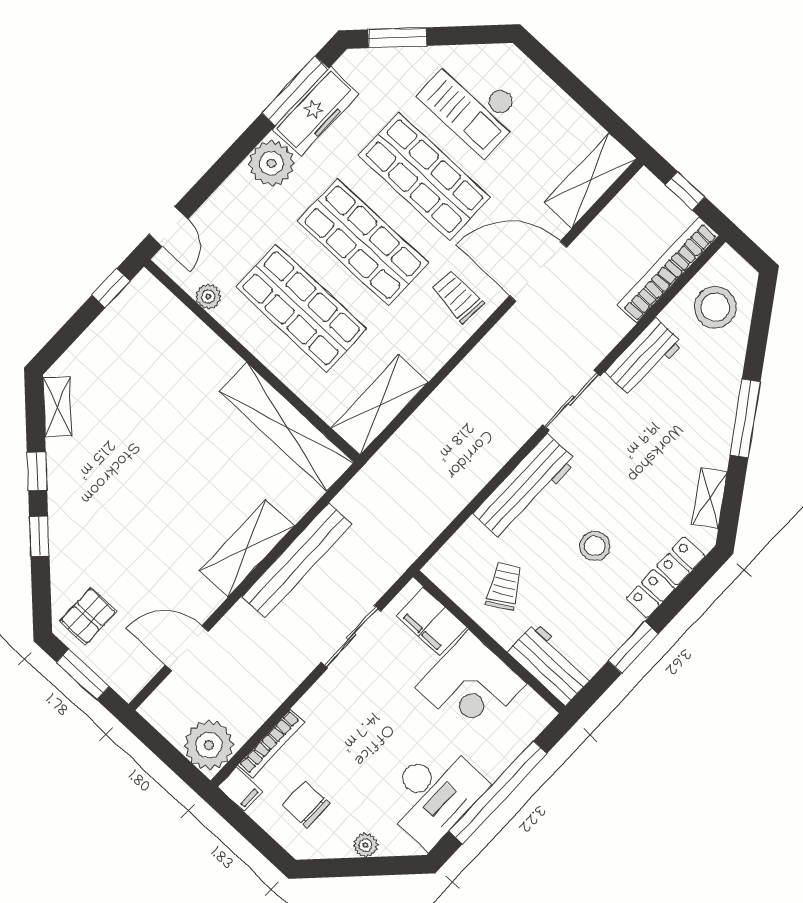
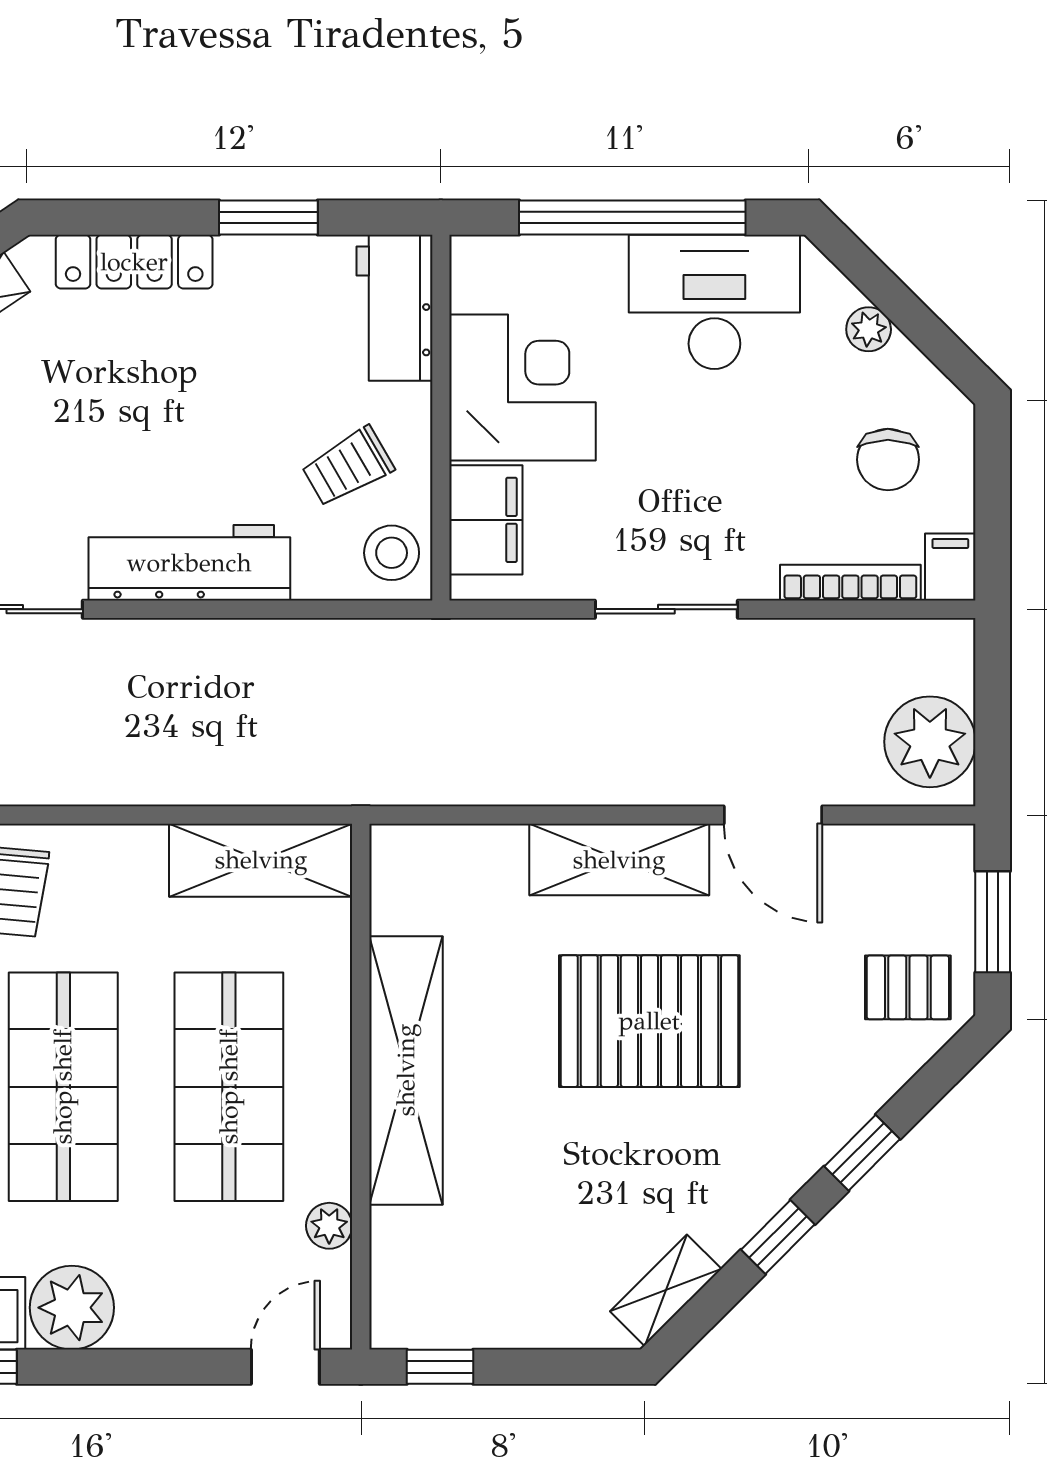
shelving: (287, 427) -> (406, 1070), moved
pallet: (171, 500) -> (649, 1021), added
stool: (595, 546) -> (392, 553), moved
bench: (297, 560) -> (572, 777), removed
sliding door: (351, 637) -> (666, 609), moved
door: (187, 648) -> (773, 815), moved
plant: (209, 745) -> (930, 742), moved

